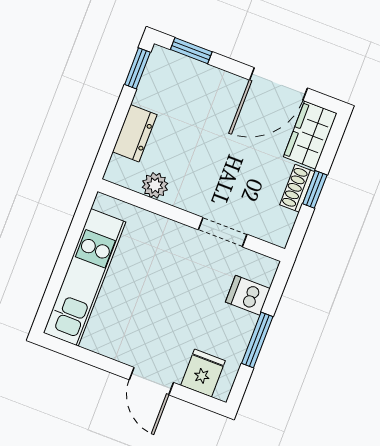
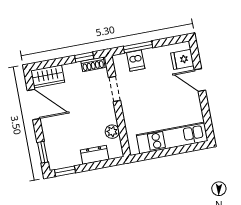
shoe rack: (297, 188) -> (93, 64), moved
window: (315, 189) -> (84, 57), moved
window: (257, 340) -> (138, 47), moved
door: (151, 381) -> (200, 80), swing flipped

